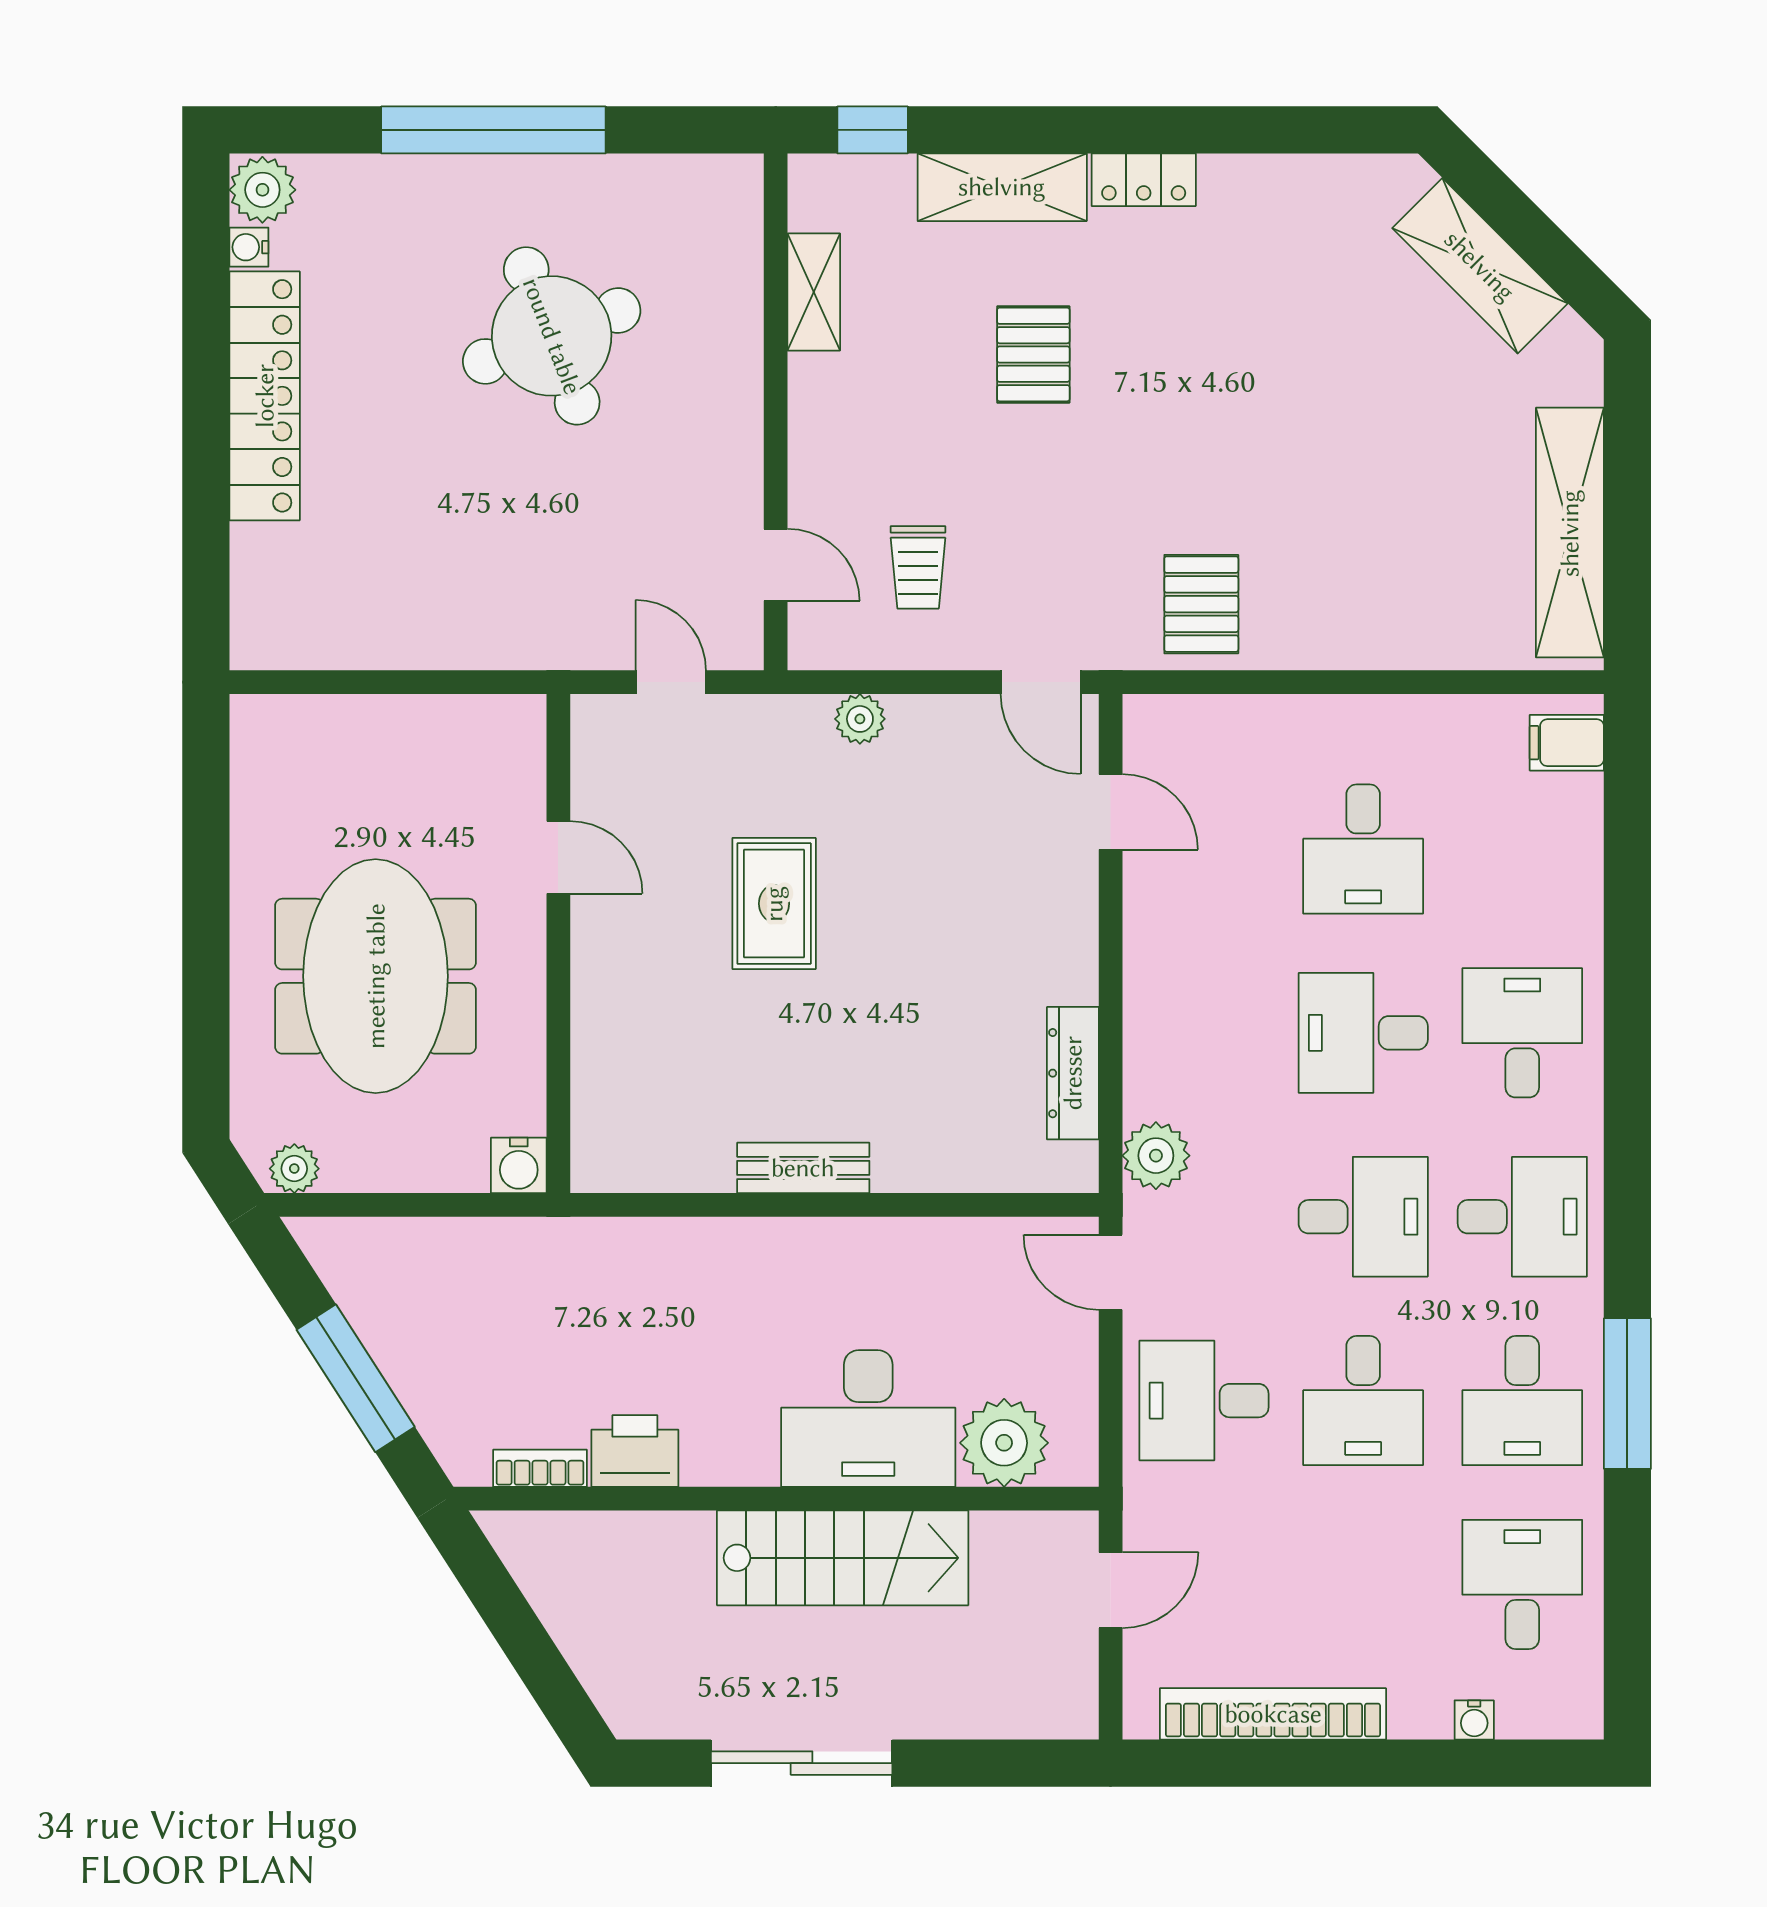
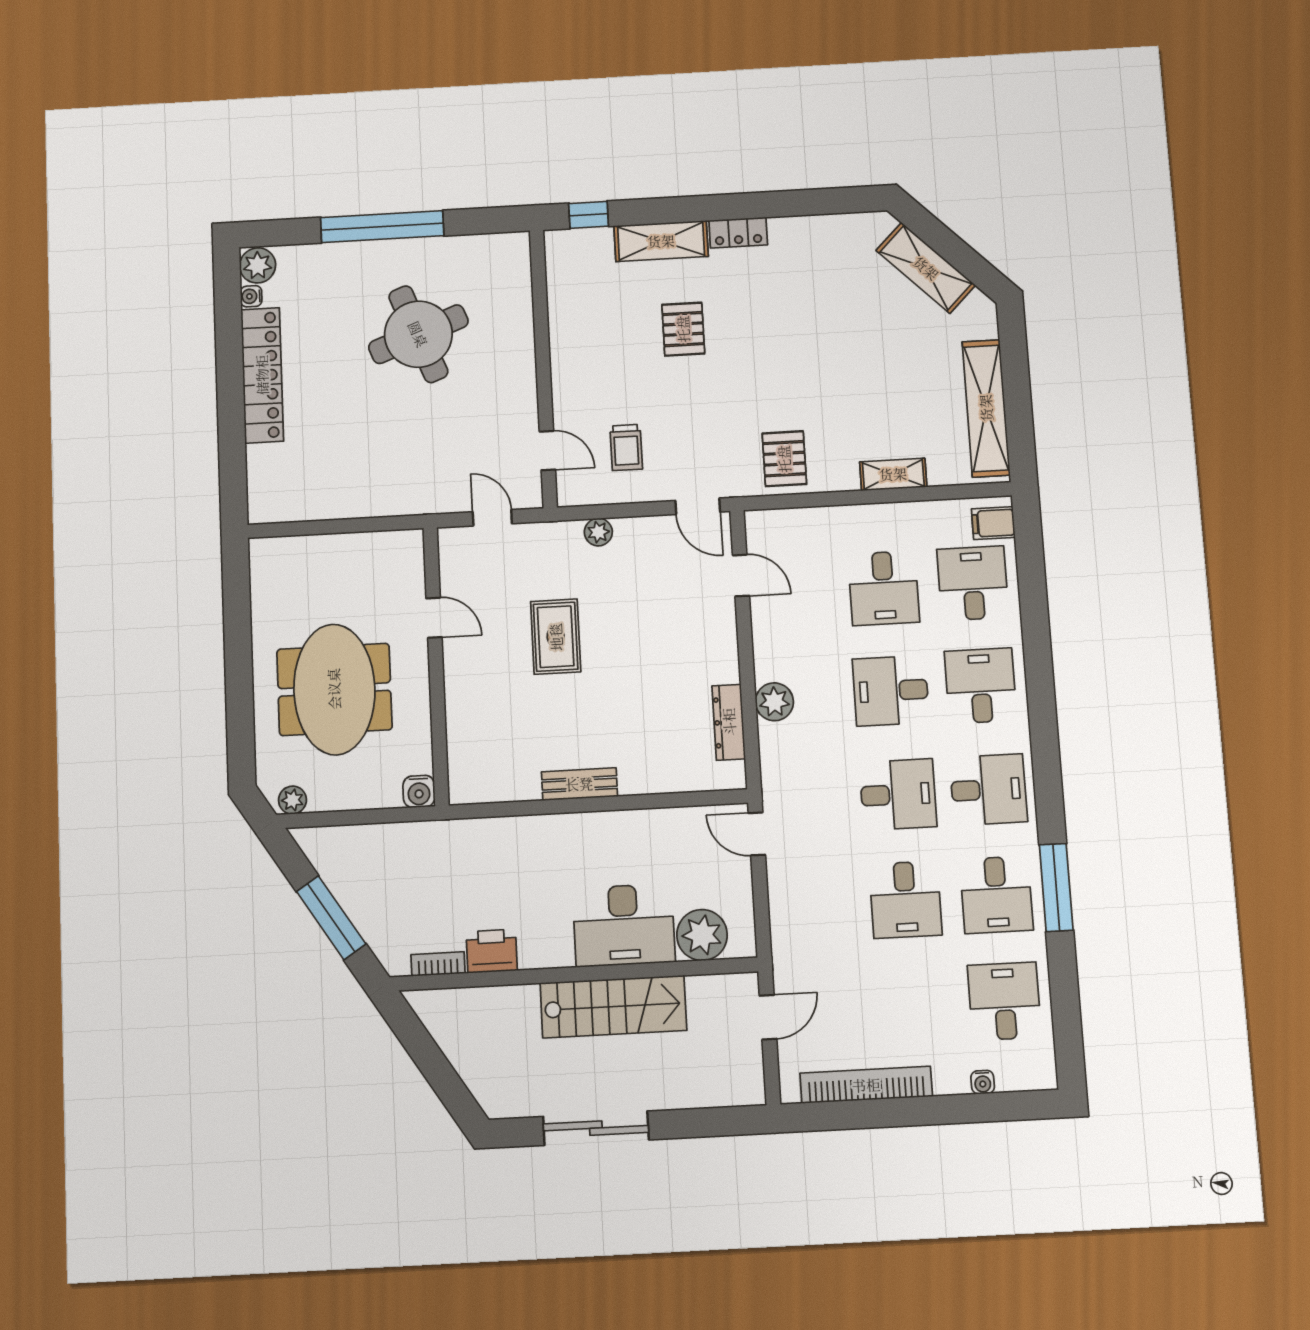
shelving: (814, 292) -> (893, 474), moved, turned 90
plant: (1156, 1156) -> (774, 702), moved
desk: (1204, 1401) -> (973, 583), moved, turned 90

